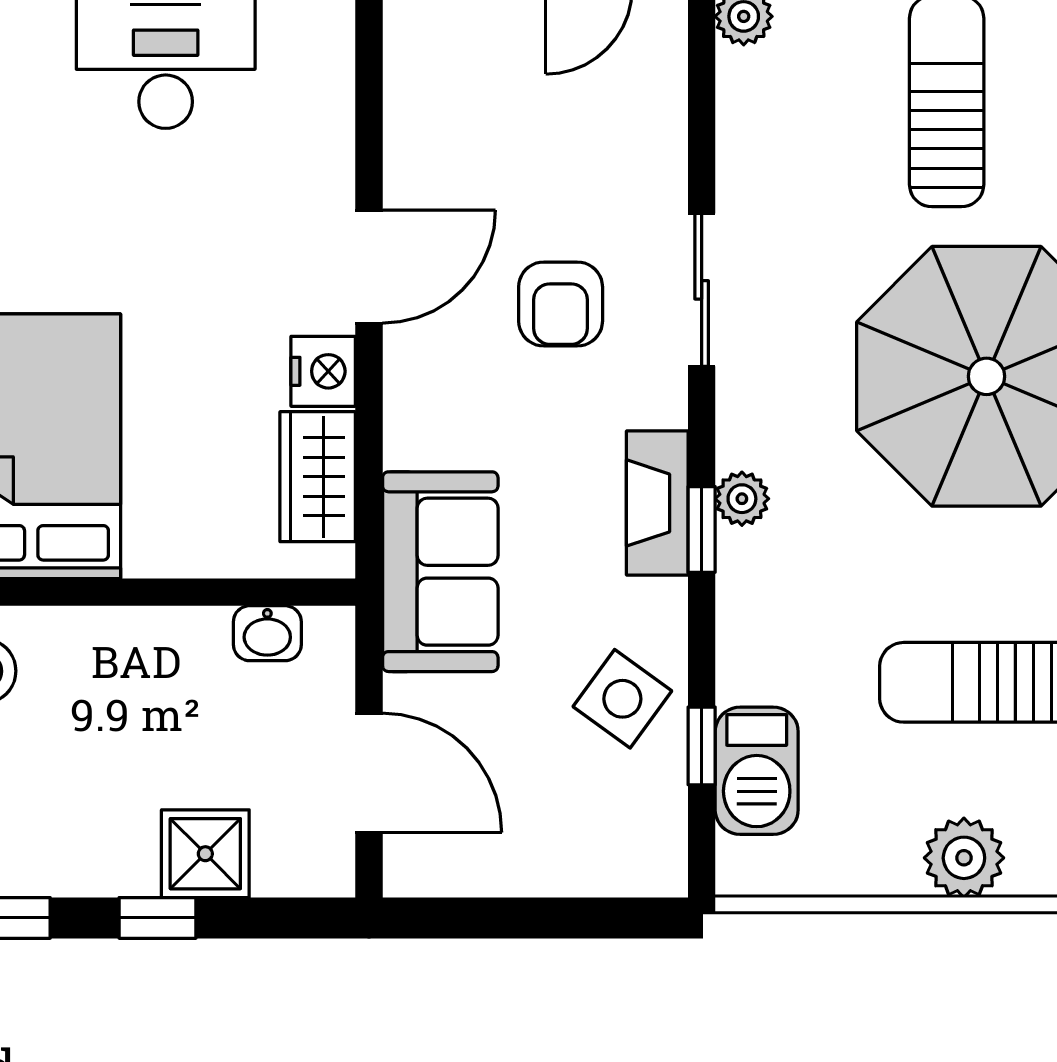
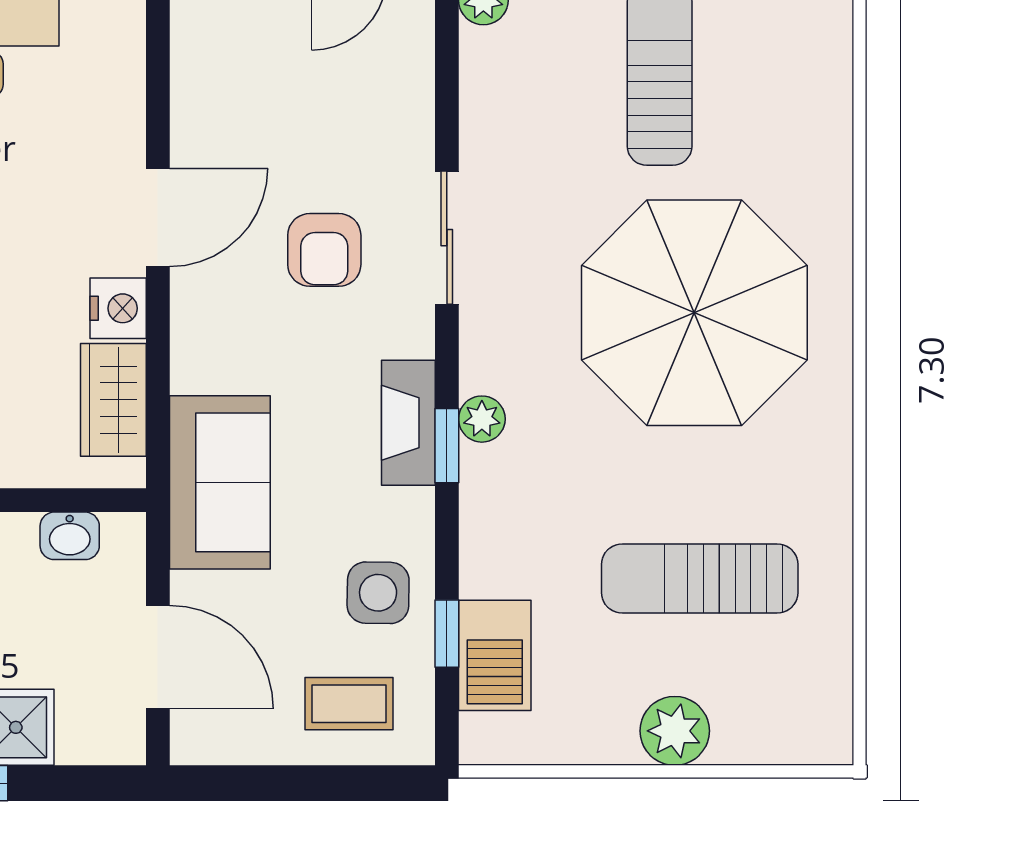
side table: (622, 699) -> (378, 593), turned -35
coffee table: (589, 826) -> (349, 704), added

